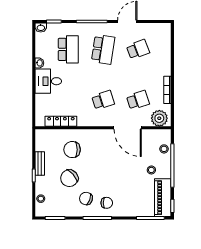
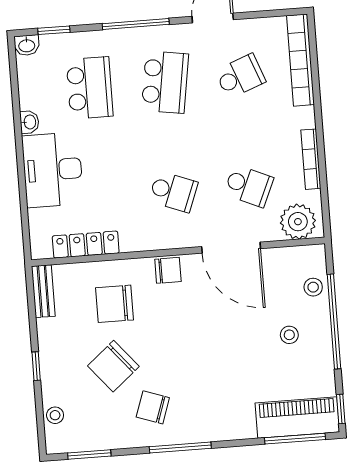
bookcase: (166, 44) -> (301, 60), added
desk: (48, 81) -> (53, 170), width x1.37
school desk: (103, 100) -> (173, 192), turned 39
school desk: (138, 100) -> (249, 186), turned 42
bench: (40, 164) -> (43, 291), moved
piano: (163, 198) -> (297, 418), moved, turned 90
chair: (107, 203) -> (168, 270), moved

